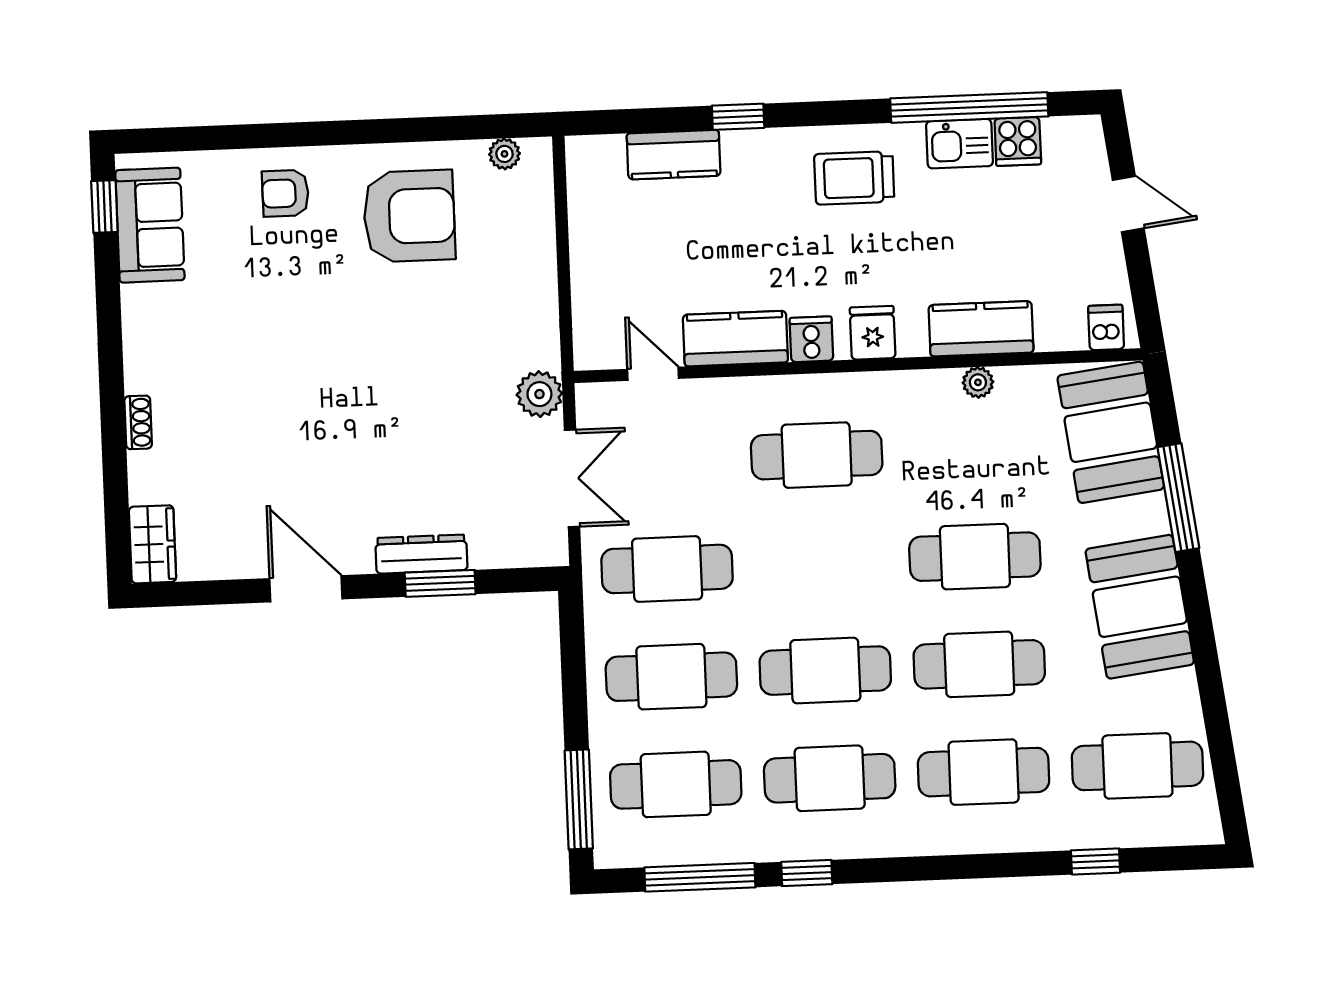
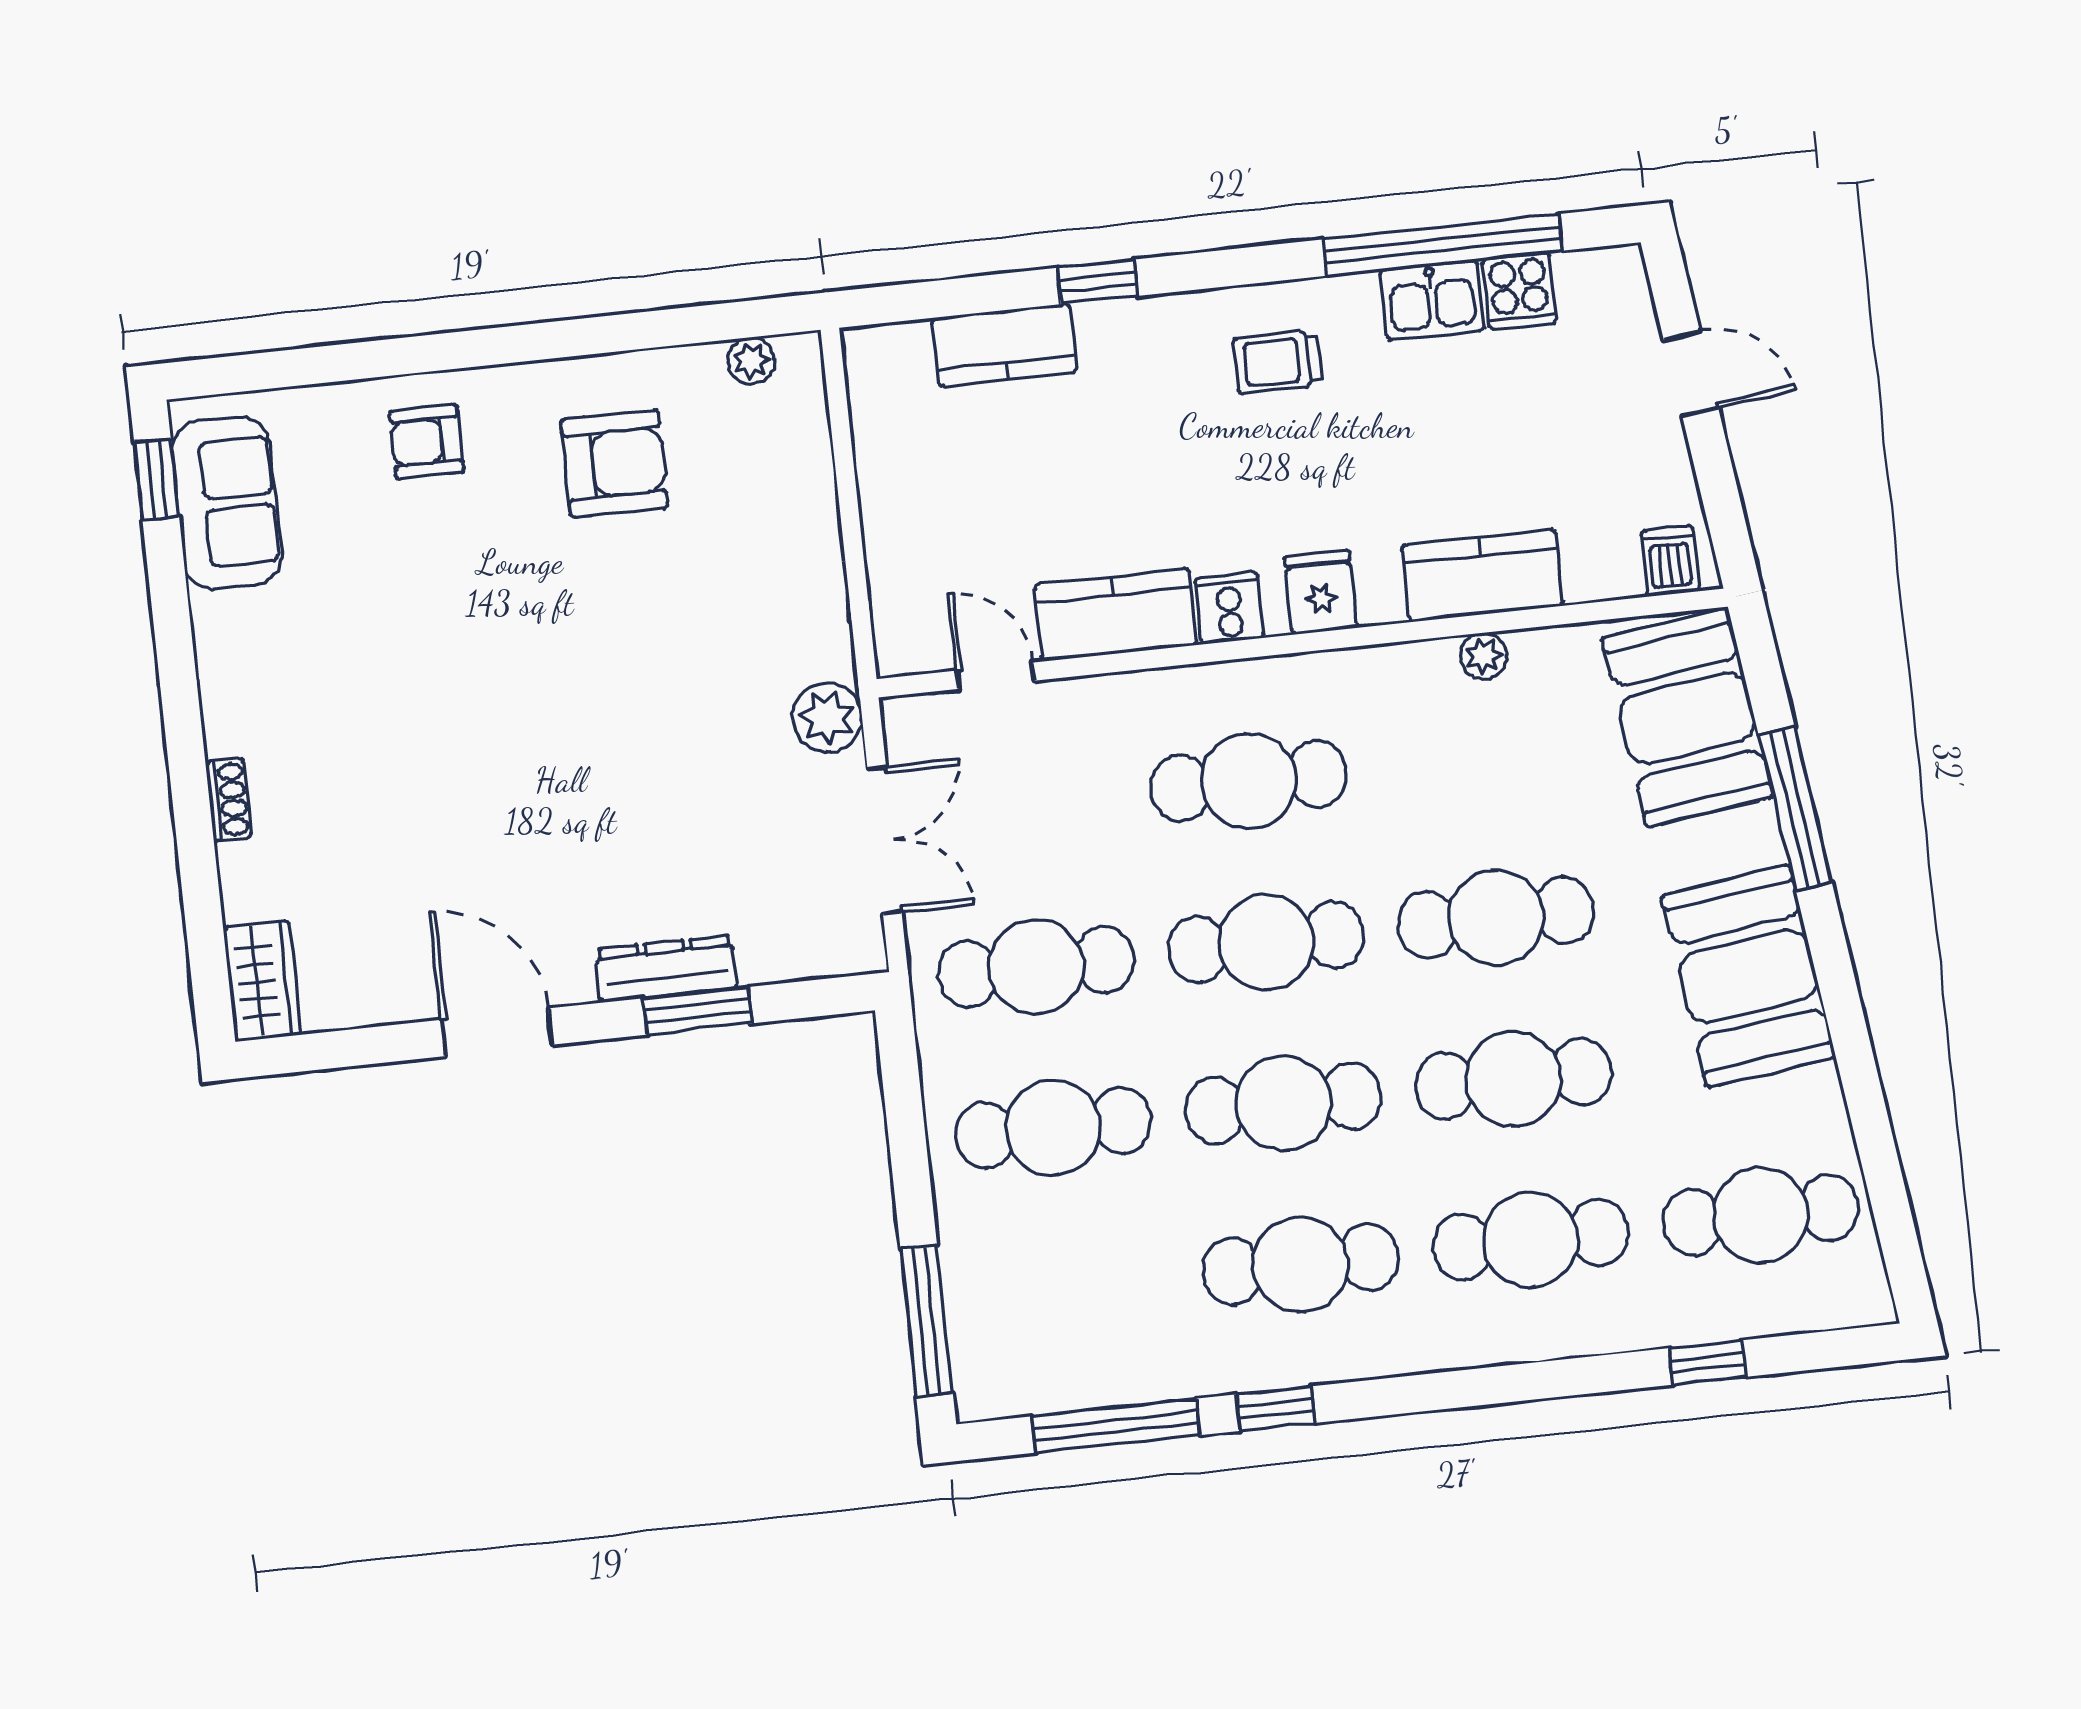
trolley: (854, 178) -> (1278, 362), width x0.73, depth x0.72
armchair: (409, 216) -> (614, 463), width x0.73, depth x0.73
cafe table: (676, 784) -> (1266, 942), moved

